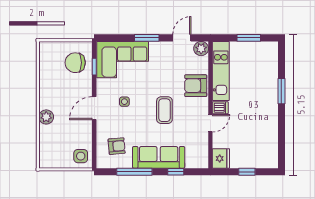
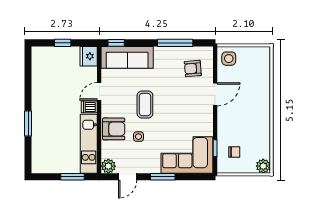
window: (249, 38) -> (73, 177), moved
chair: (75, 63) -> (234, 152), width x0.54, depth x0.54
side table: (124, 102) -> (138, 137), moved
door: (94, 108) -> (215, 94), moved
plant: (46, 117) -> (263, 166), moved
sofa: (159, 157) -> (127, 57), moved
window: (176, 172) -> (116, 43), moved

